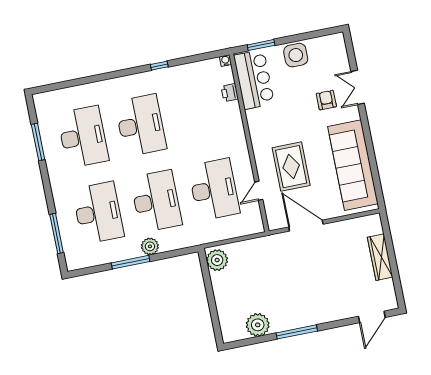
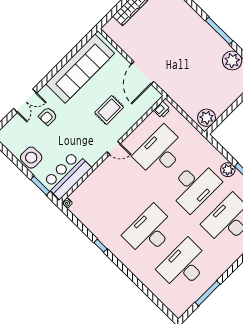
printer: (230, 93) -> (162, 110), moved
rug: (291, 167) -> (109, 110), width x0.73, depth x0.70
door: (259, 191) -> (114, 148), moved
desk: (156, 201) -> (194, 186), turned 180

